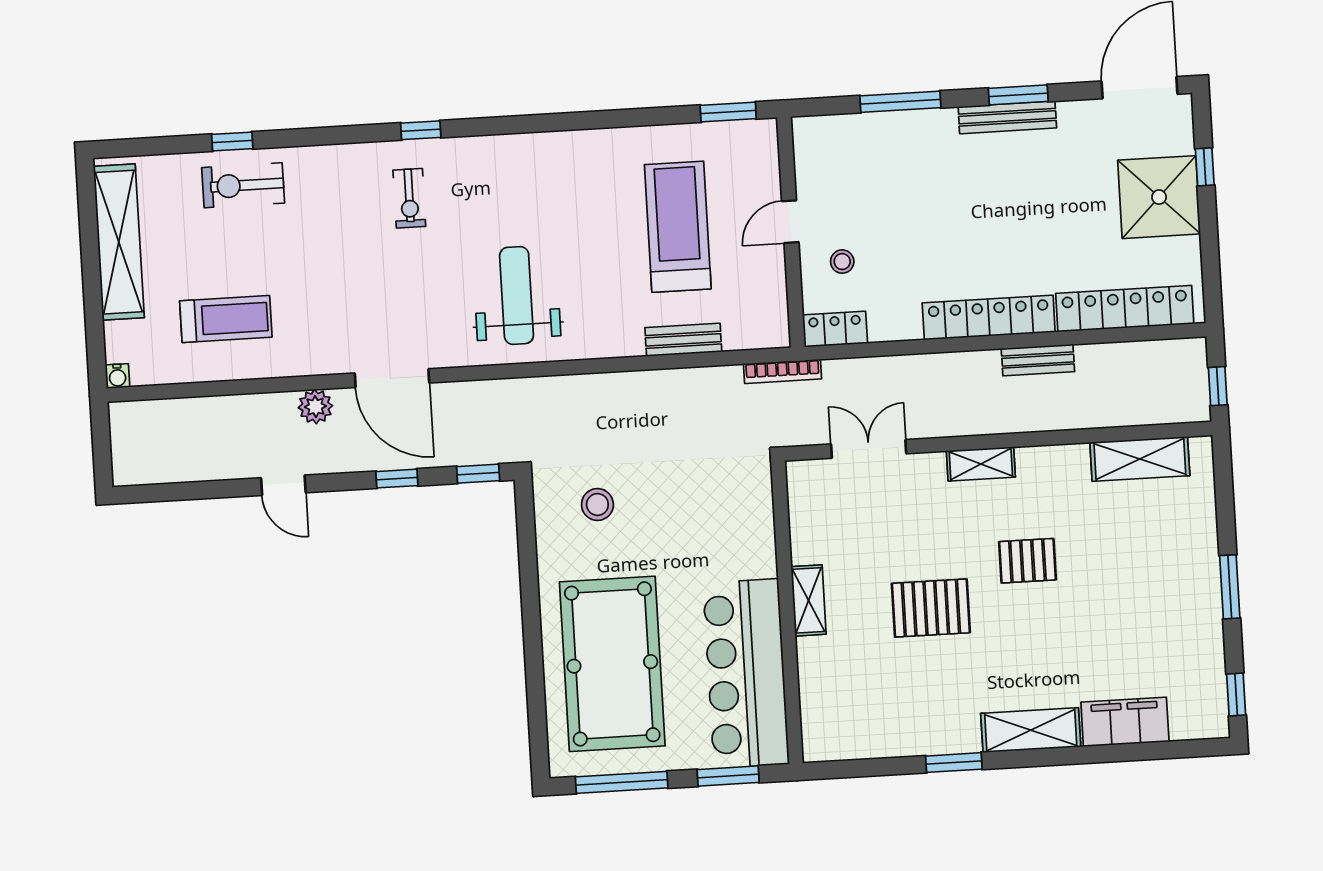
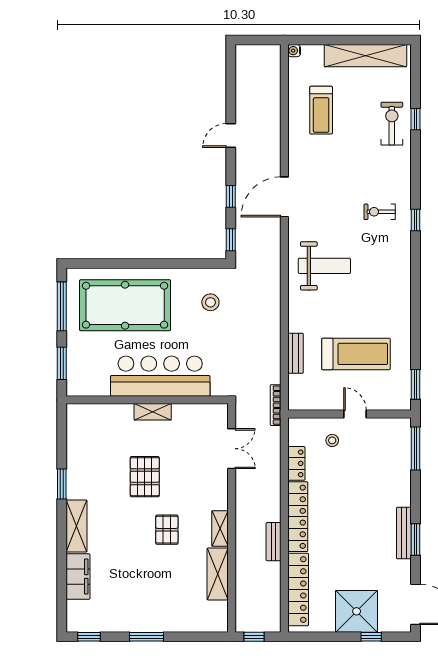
window: (900, 102) -> (415, 449), moved
locker: (835, 329) -> (296, 463), moved
plant: (315, 407) -> (272, 155), removed
shelving: (1140, 459) -> (218, 574), moved
shelving: (981, 464) -> (220, 529), moved
bar counter: (746, 674) -> (160, 376), moved

